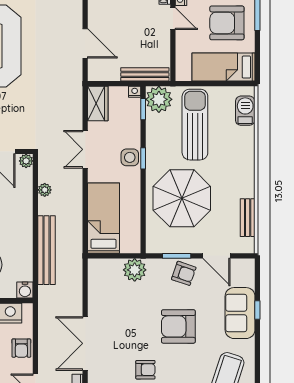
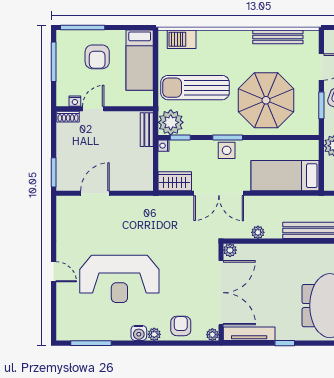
armchair: (227, 23) -> (97, 57), width x0.73, depth x0.73
door: (85, 43) -> (95, 193), moved
bench: (145, 74) -> (147, 130), width x0.73
double door: (85, 149) -> (219, 193), width x1.37
window: (143, 158) -> (228, 138), width x1.50
bench: (248, 218) -> (278, 37), width x1.36

